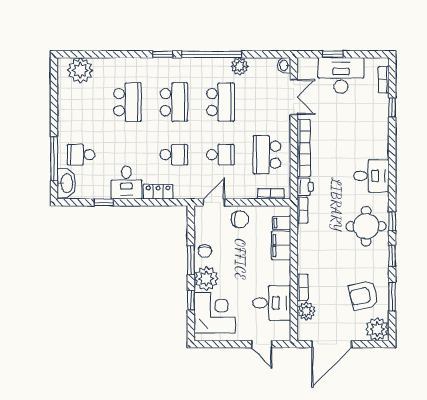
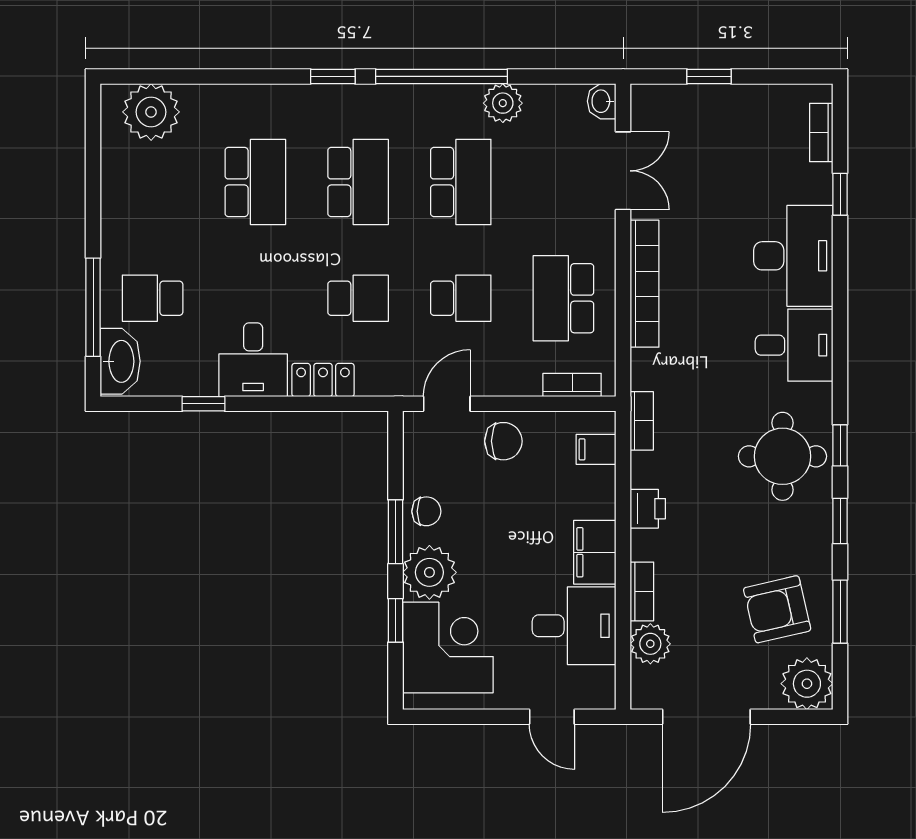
desk: (341, 75) -> (793, 256), moved, turned 90
printer: (305, 187) -> (648, 509), moved
filing cabinet: (281, 246) -> (595, 552), moved
chair: (205, 251) -> (426, 511), turned -90

